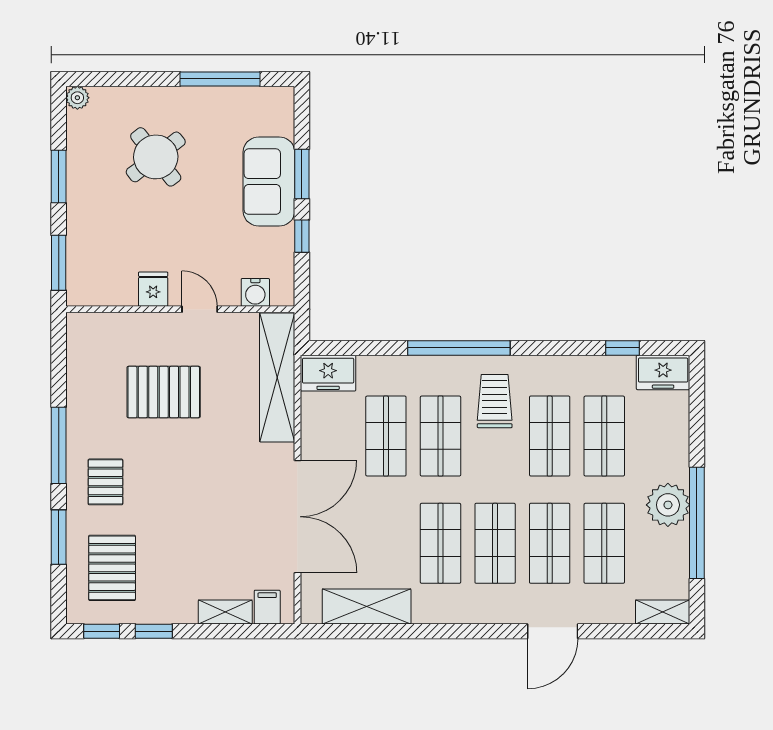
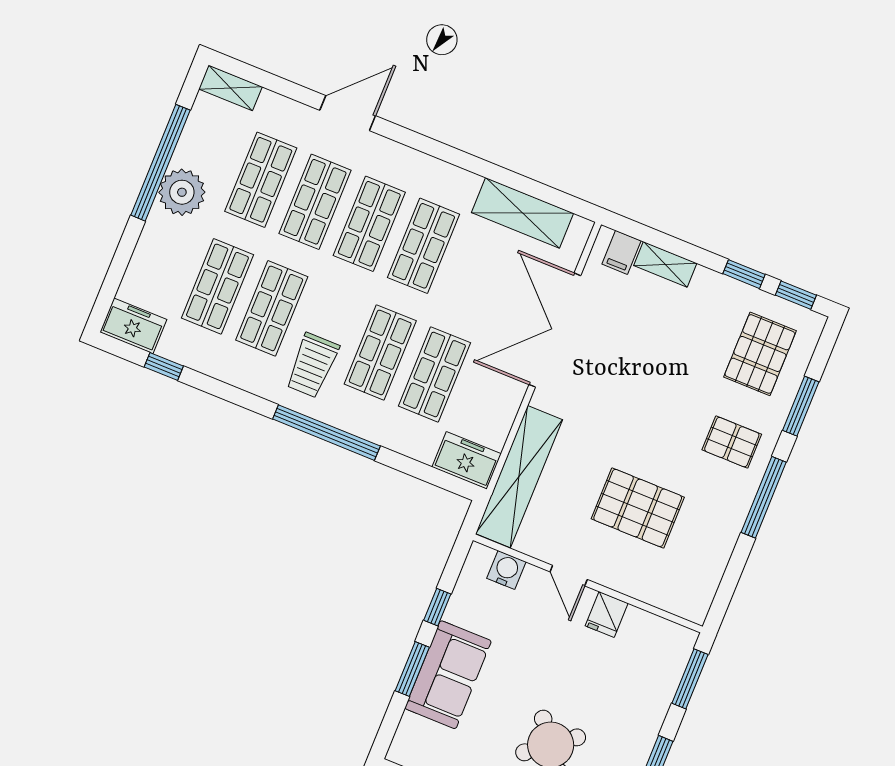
pallet: (105, 482) -> (732, 442), turned 90

